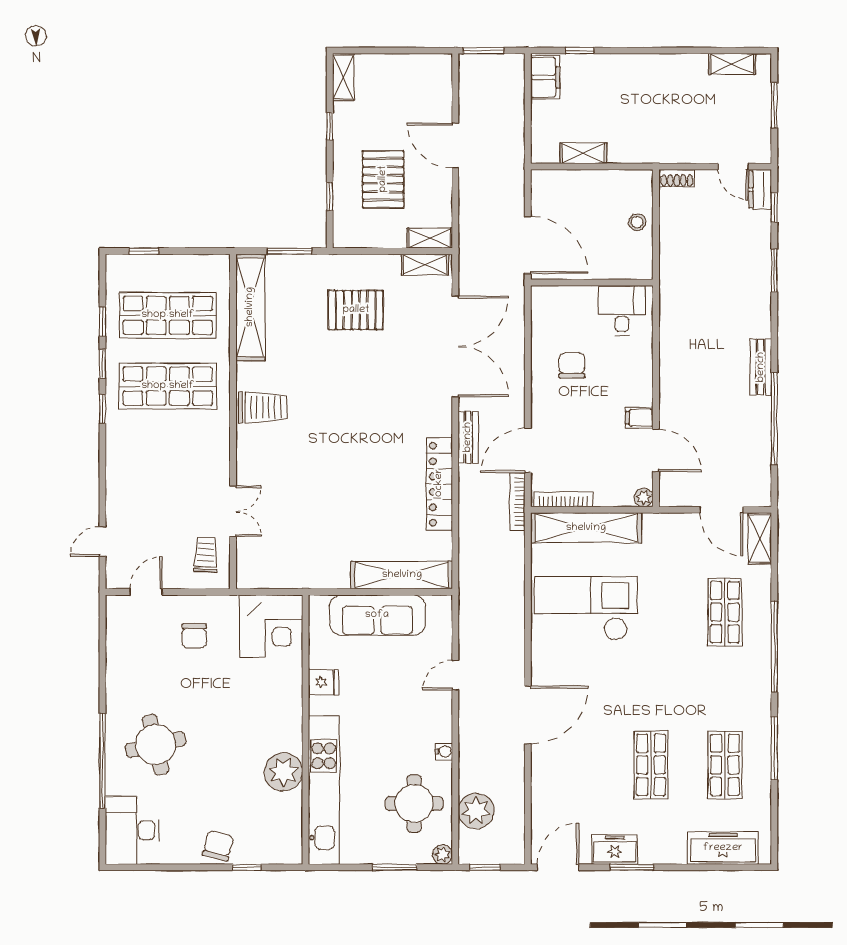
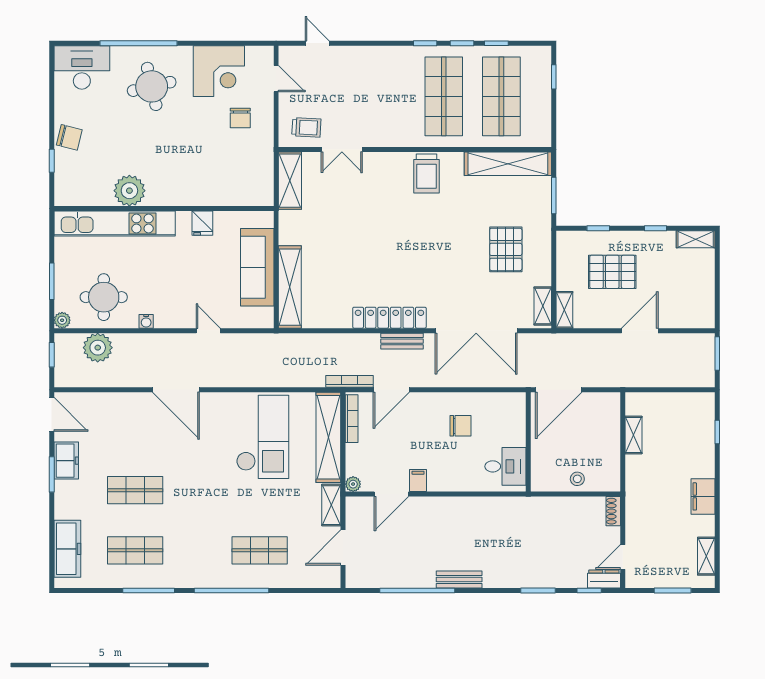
filing cabinet: (545, 77) -> (703, 496), moved, turned 90
door: (528, 451) -> (391, 390), swing flipped
locker: (439, 484) -> (389, 318), moved
shelving: (760, 539) -> (331, 505), moved, turned 90
shelving: (271, 575) -> (290, 181), added
corner desk: (271, 626) -> (219, 71), moved, turned -90
chair: (194, 636) -> (240, 118), turned -90

